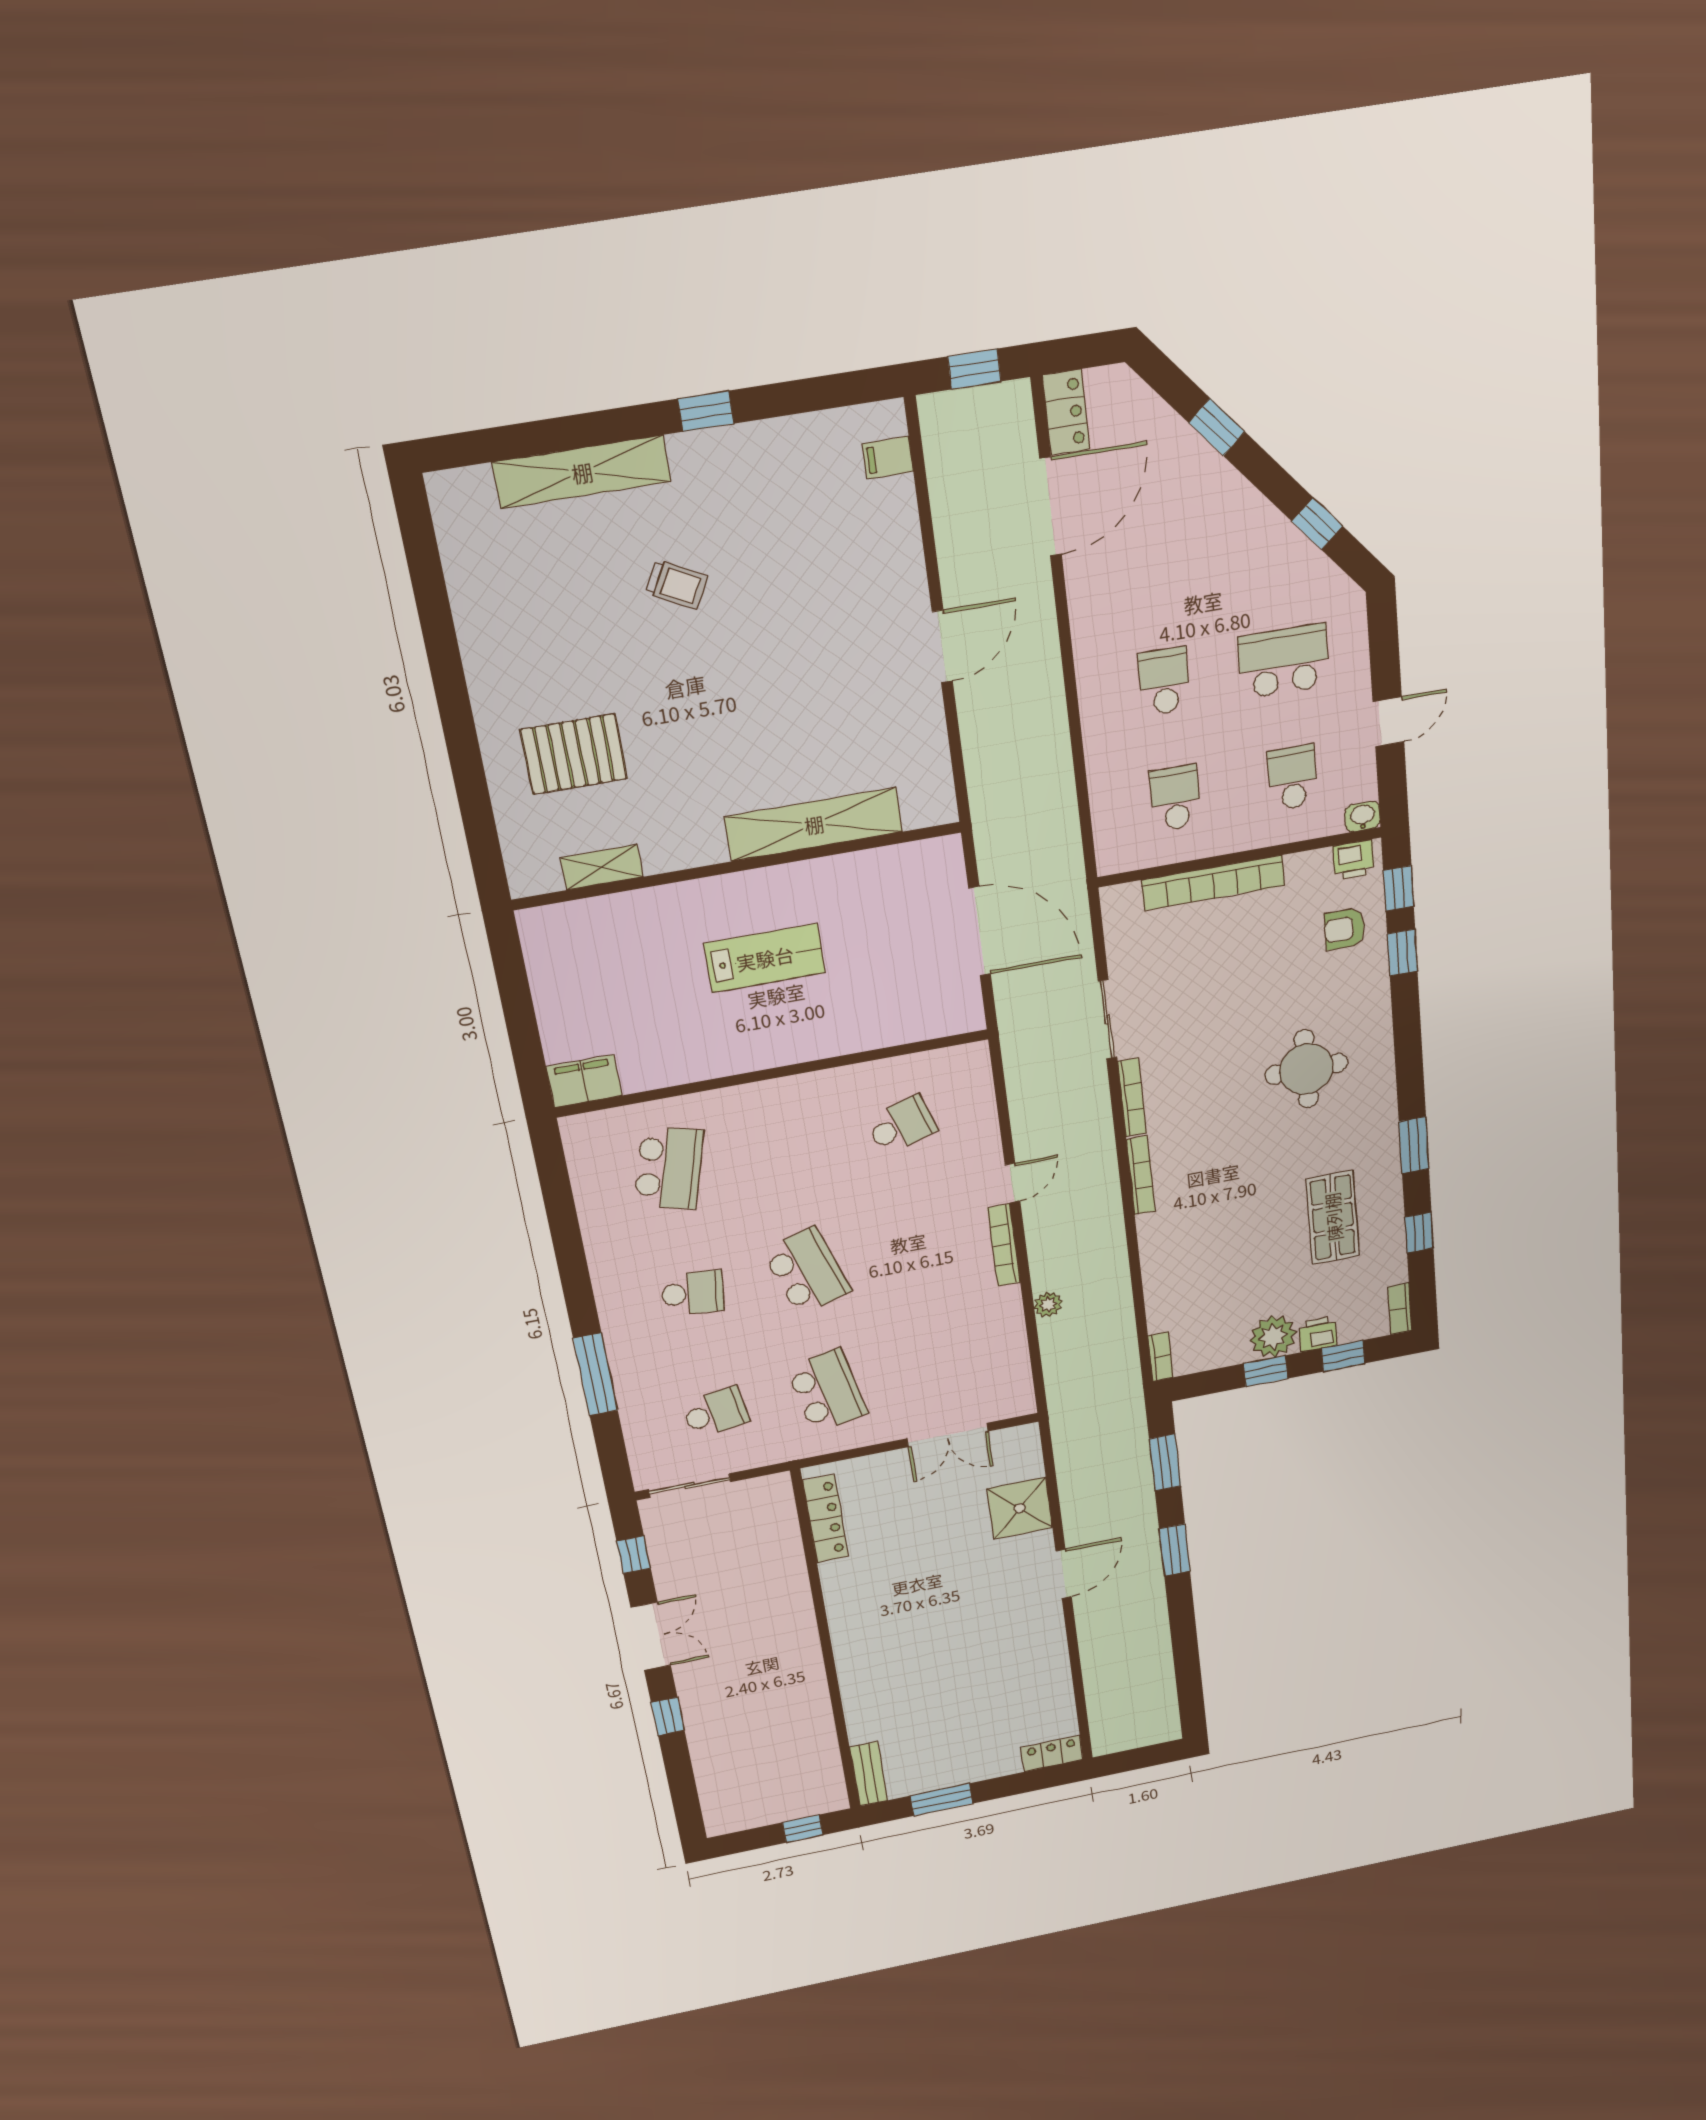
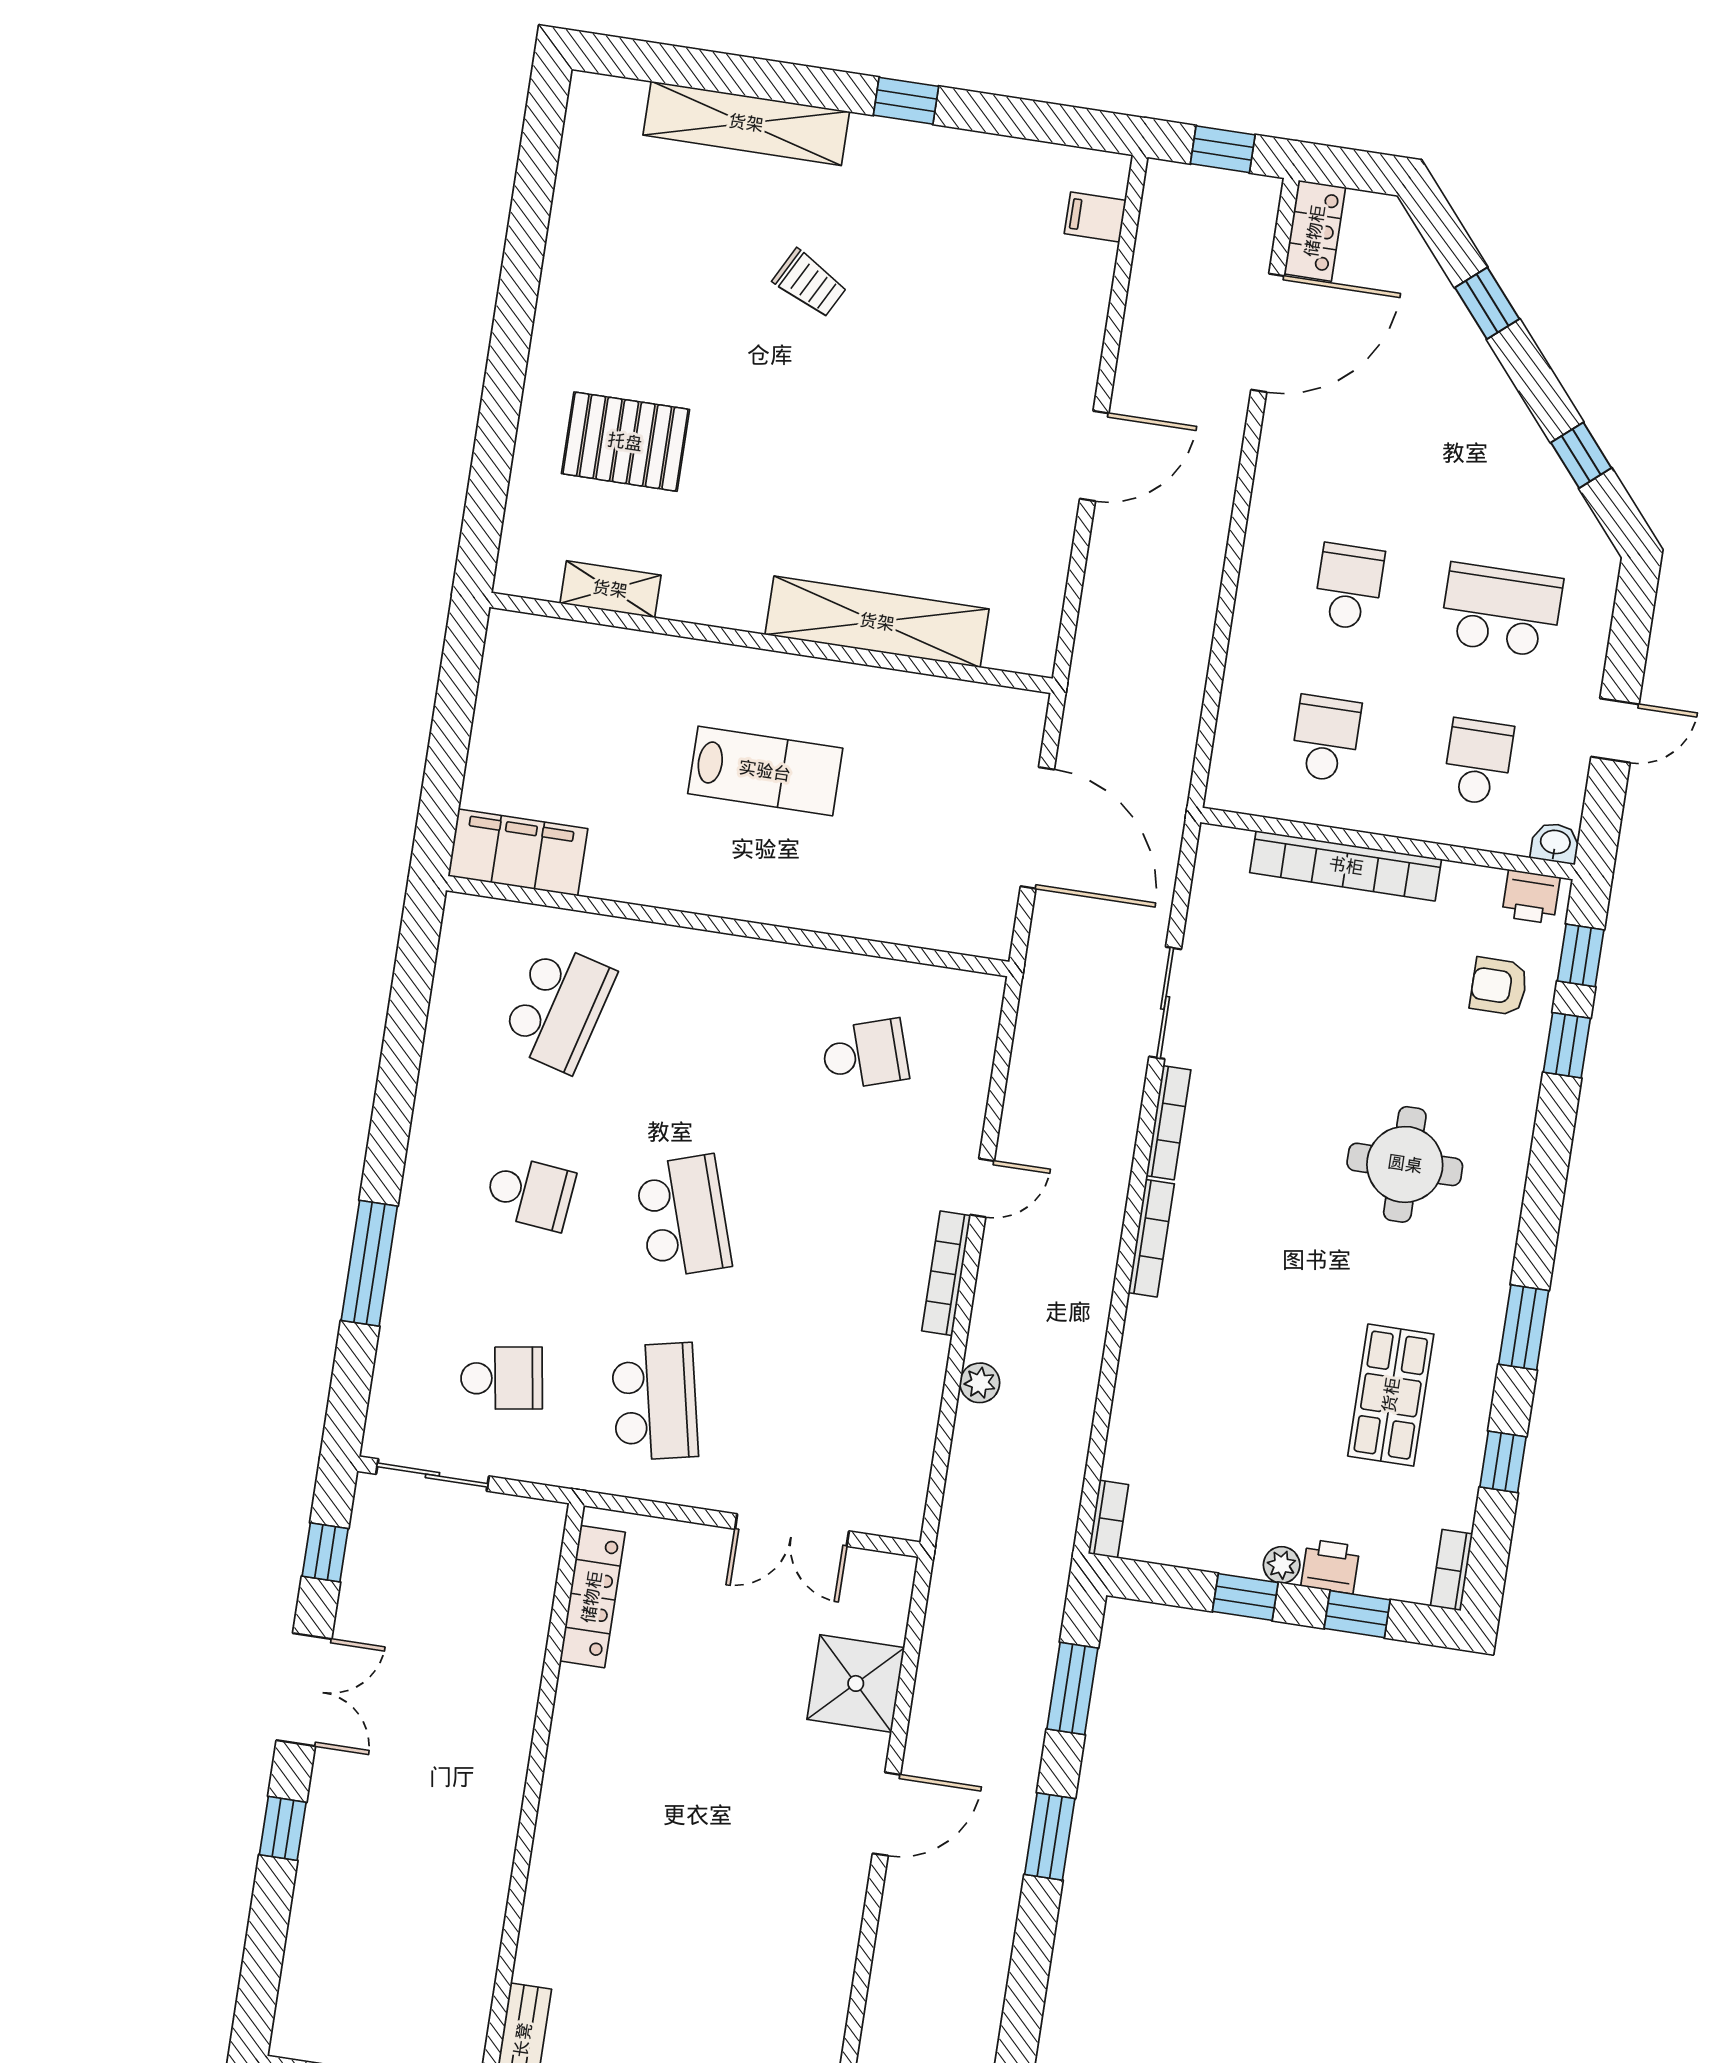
filing cabinet: (584, 1081) -> (518, 852), width x1.50, depth x1.17
plant: (1273, 1336) -> (1282, 1565), width x0.53, depth x0.53

